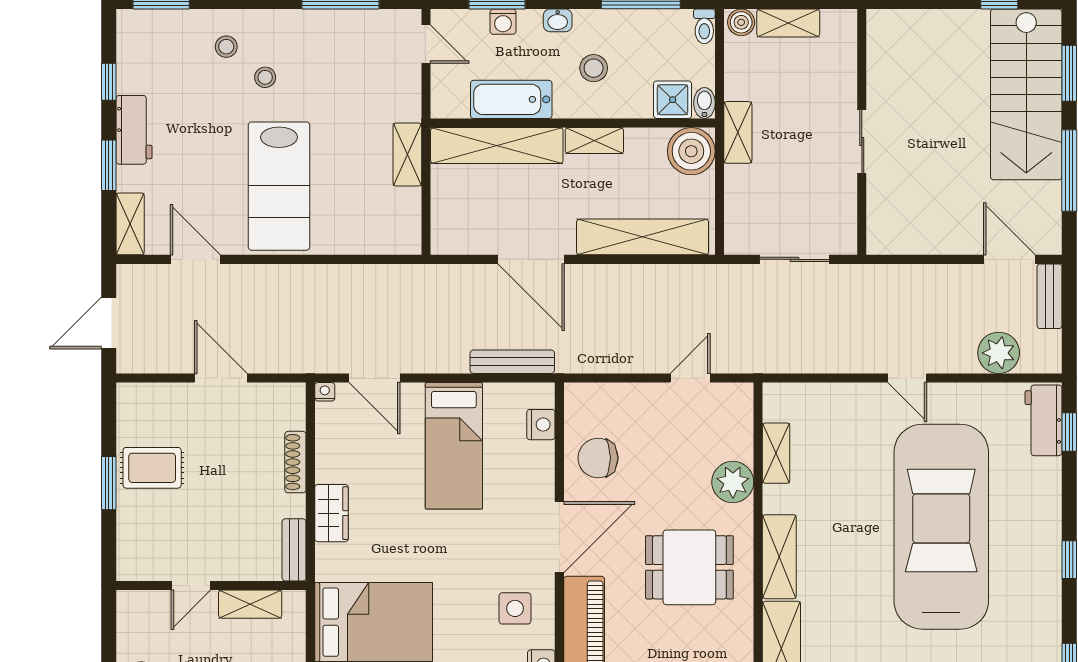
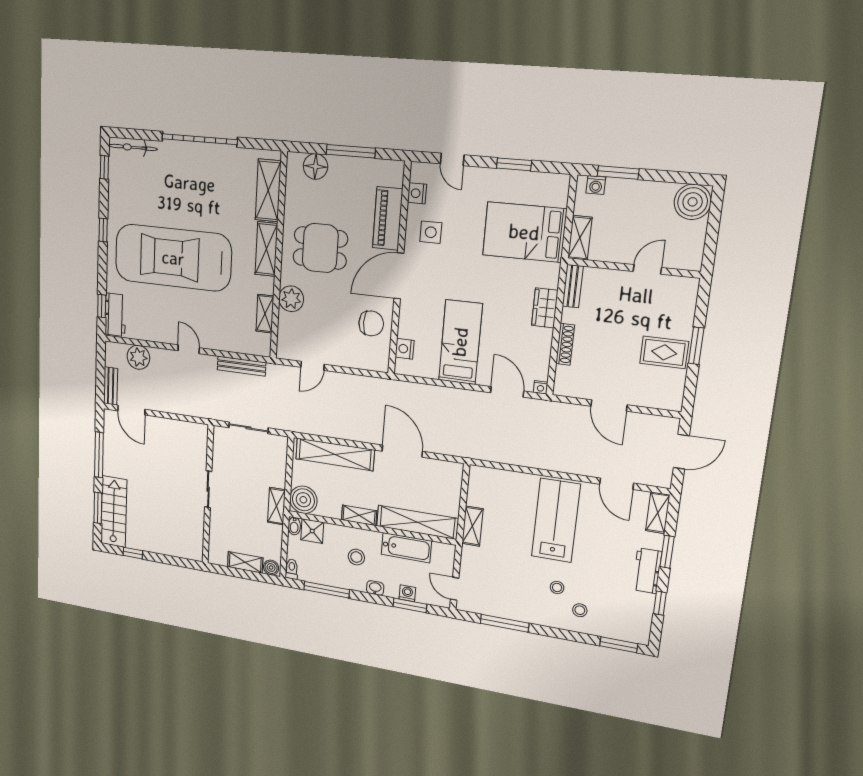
stairs: (1026, 94) -> (114, 512), width x0.73, depth x0.66
bench: (512, 362) -> (241, 366), moved
car: (941, 527) -> (173, 258), turned 90
shelving: (250, 604) -> (580, 238), moved, turned 90

